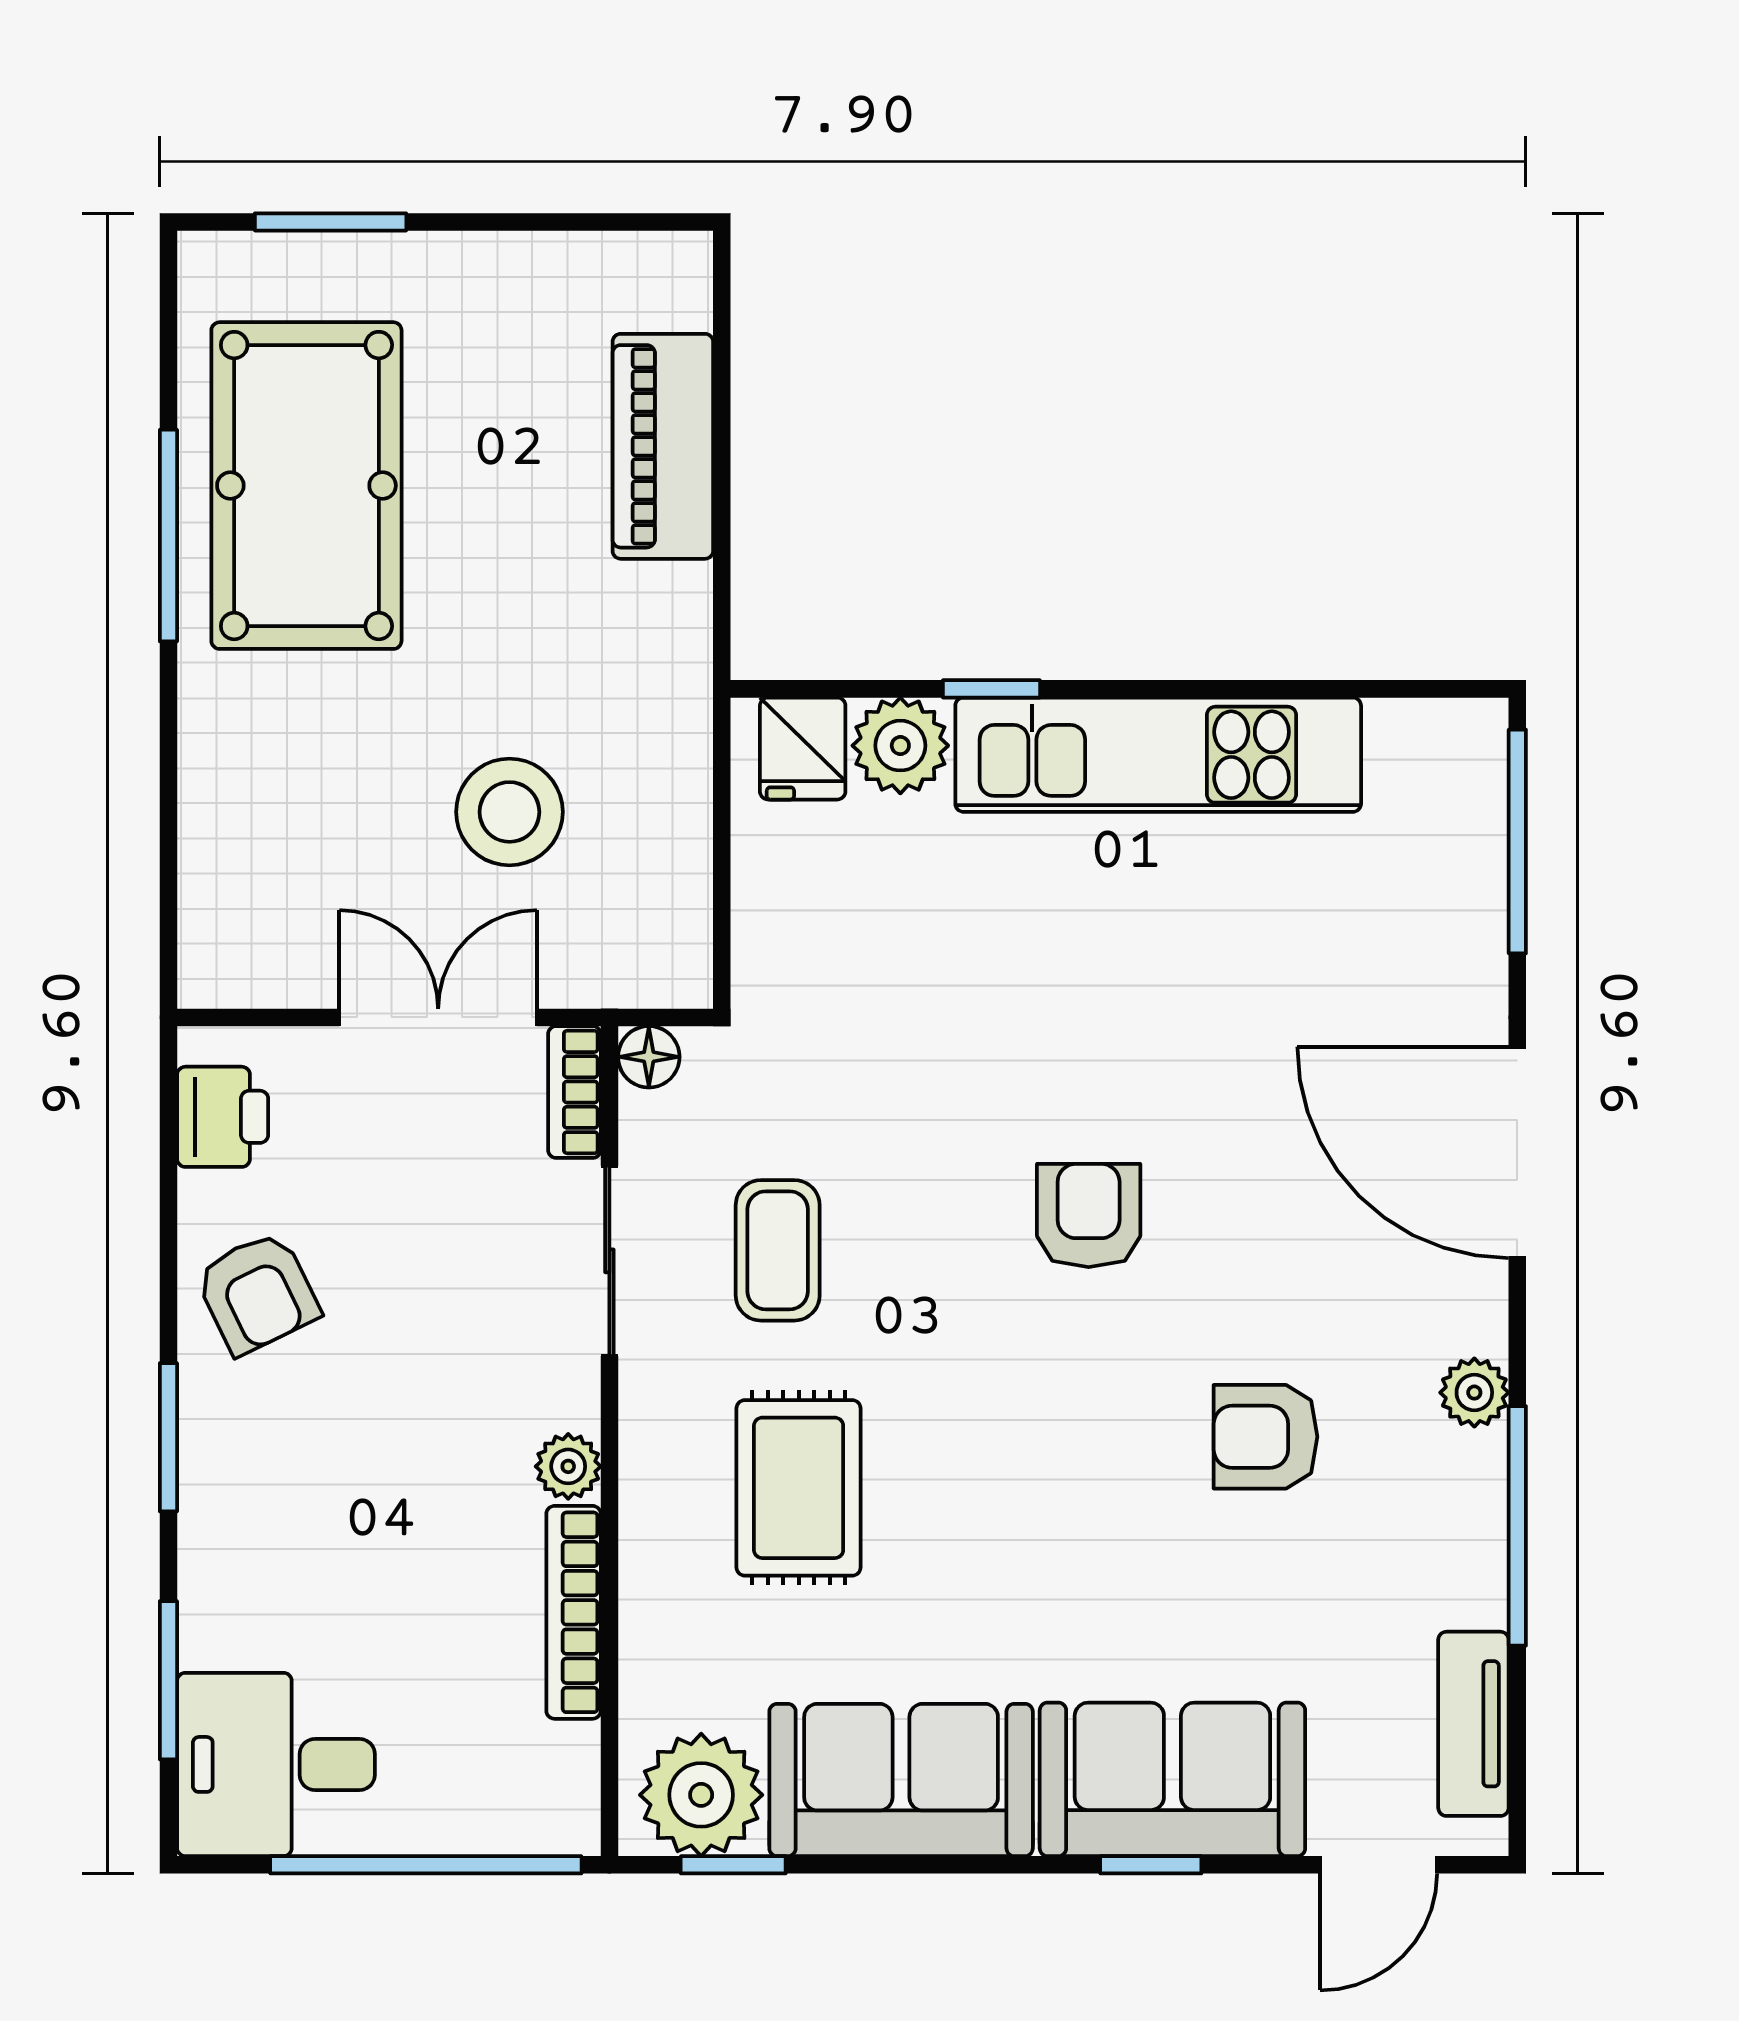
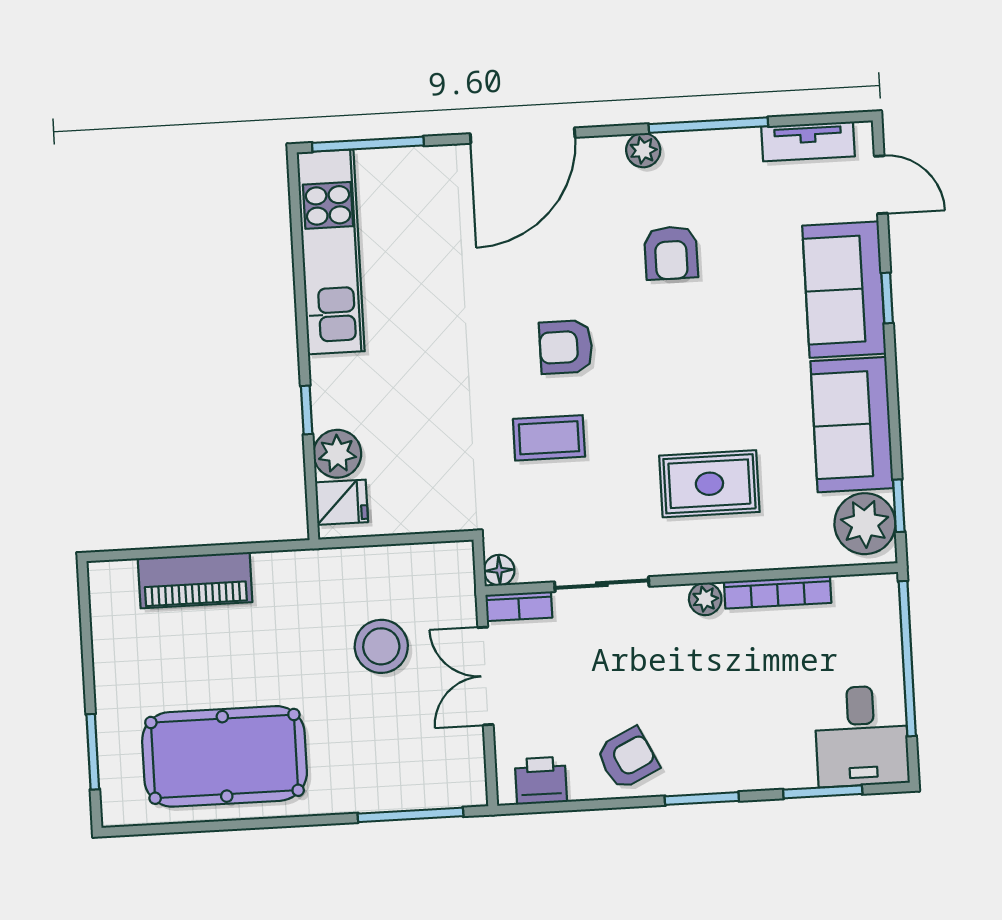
window: (168, 536) -> (411, 815), moved
kitchen unit: (1158, 755) -> (331, 252), moved
coffee table: (778, 1250) -> (549, 438), moved

